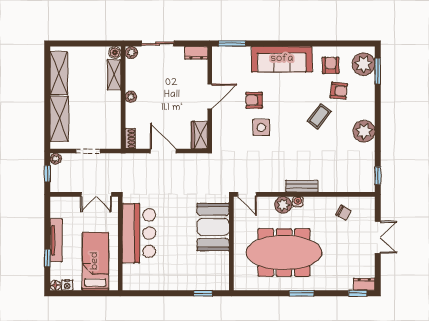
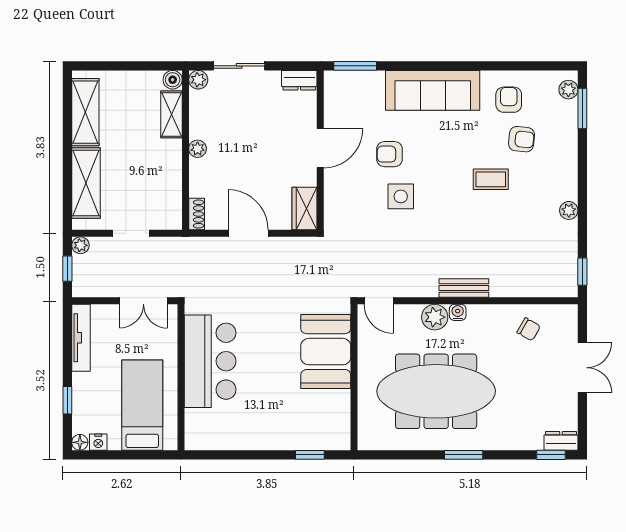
plant: (364, 64) -> (568, 90), width x0.53, depth x0.53
coffee table: (319, 116) -> (491, 179), turned 53
plant: (364, 131) -> (569, 210), width x0.53, depth x0.53
tv unit: (56, 240) -> (81, 338), moved

